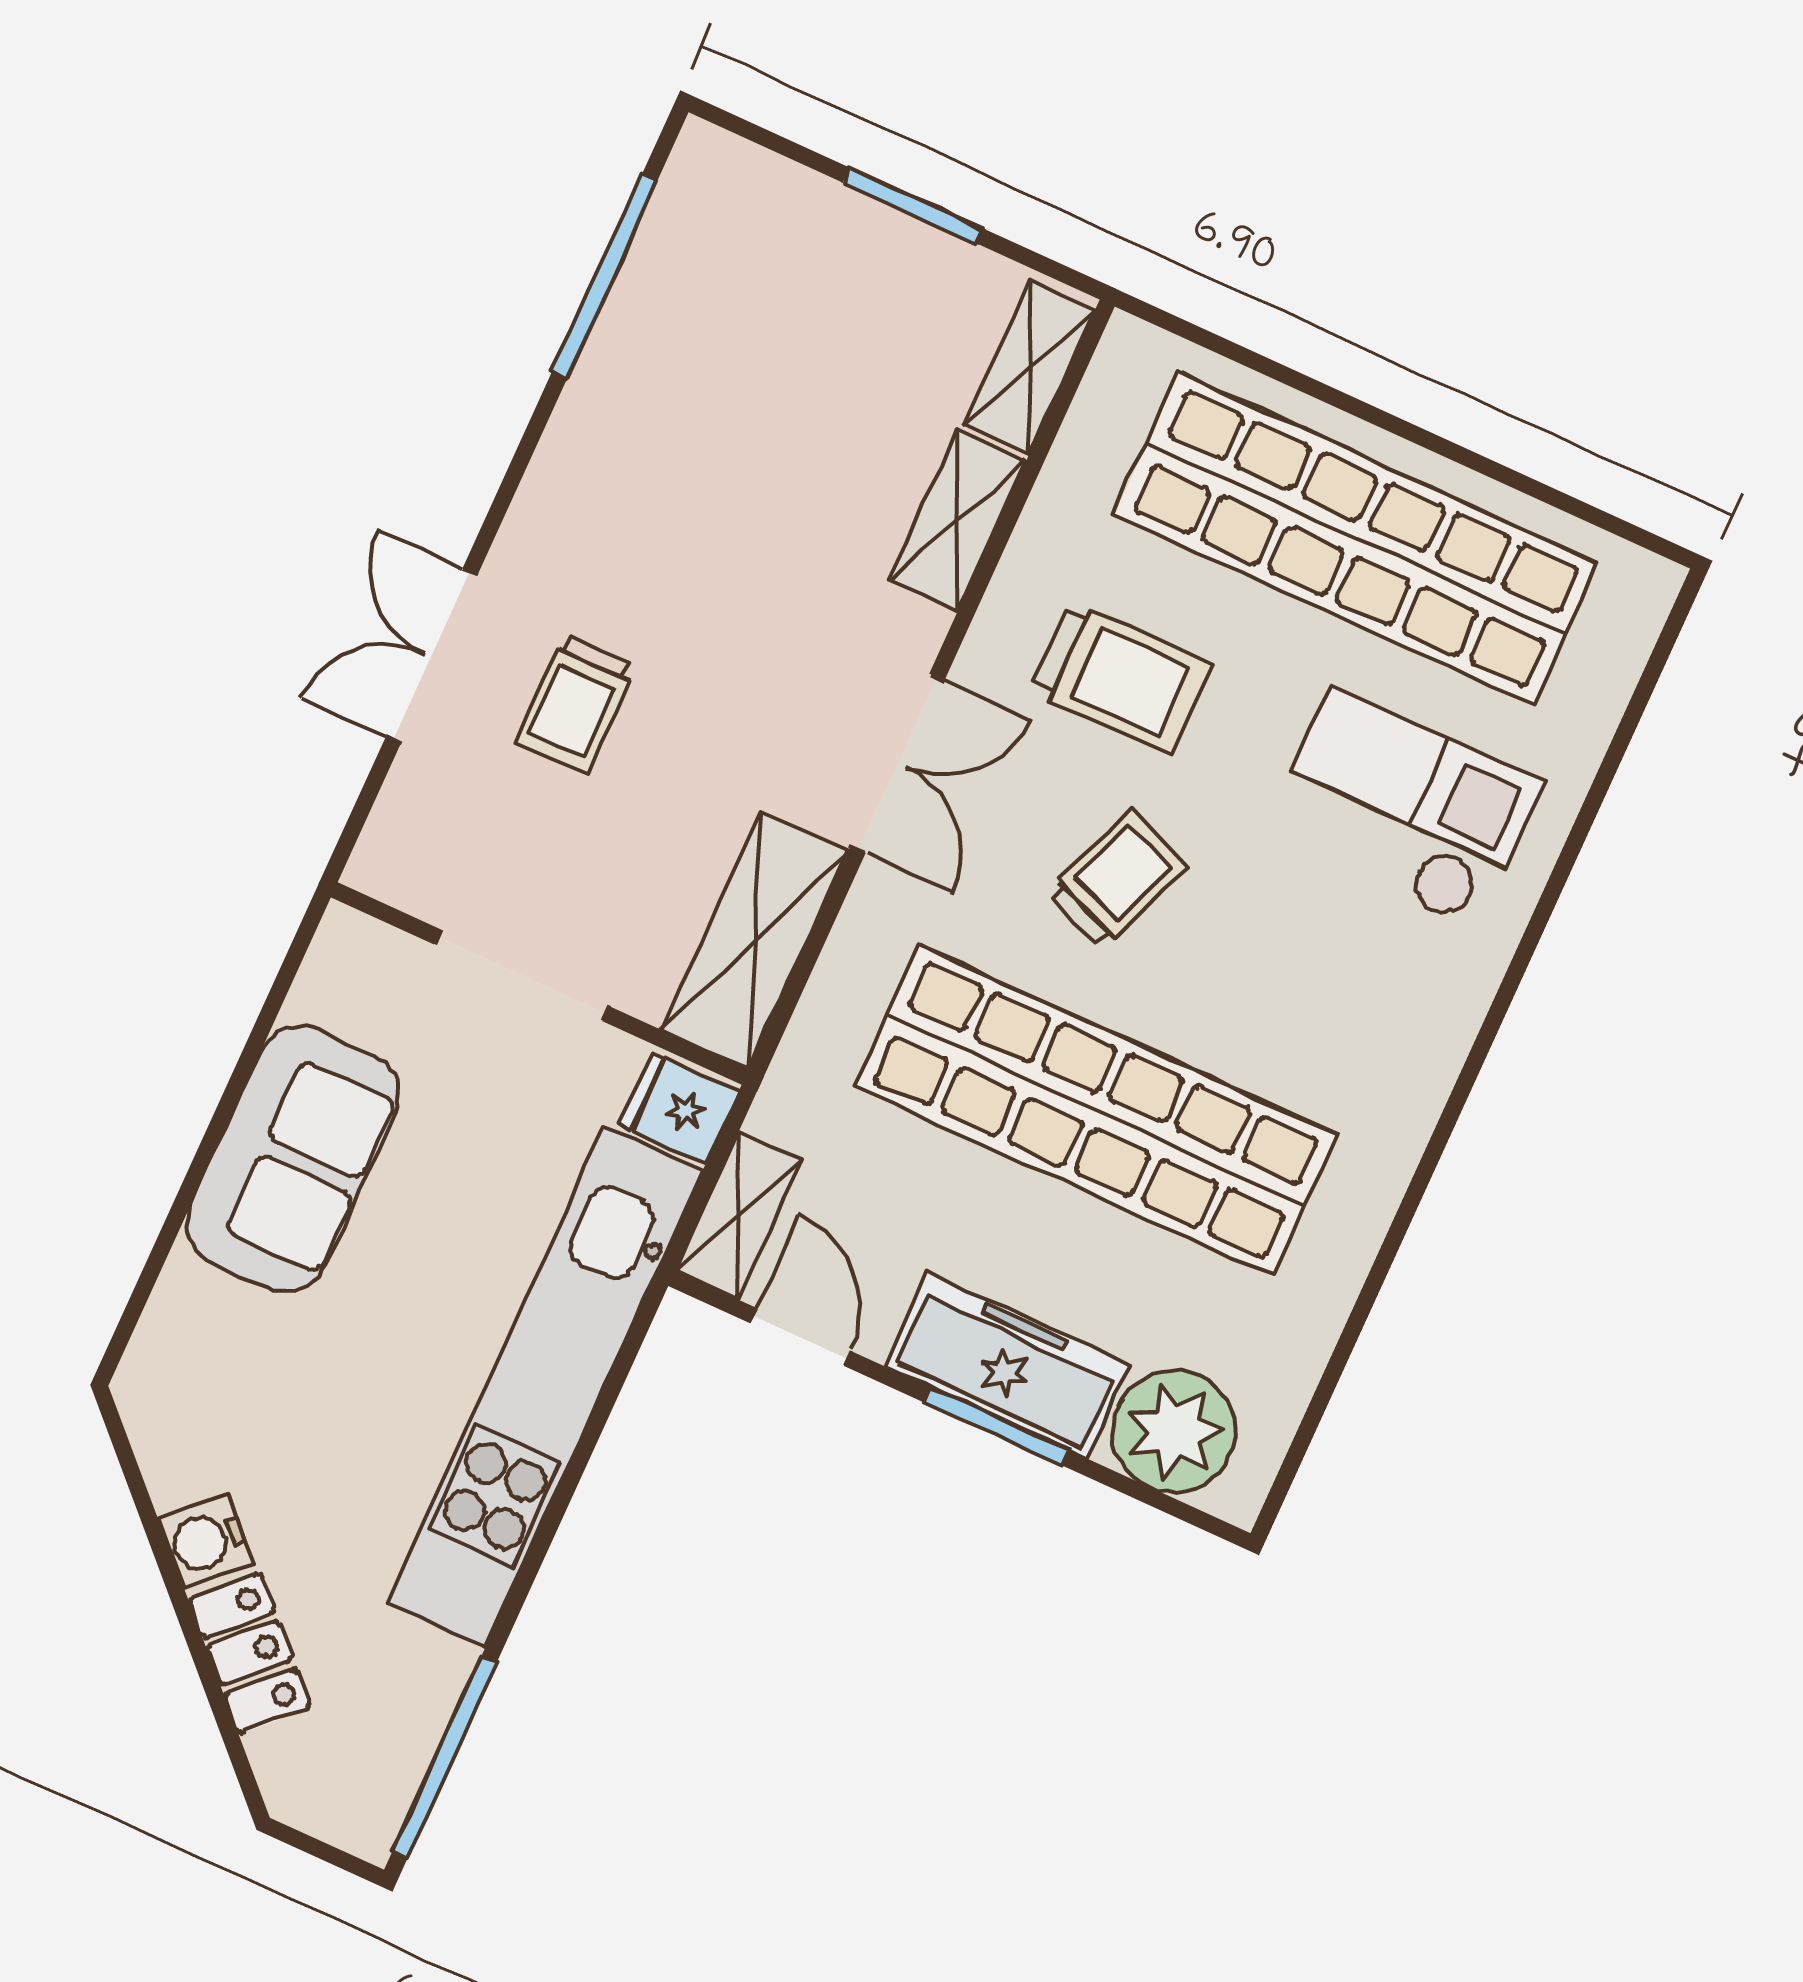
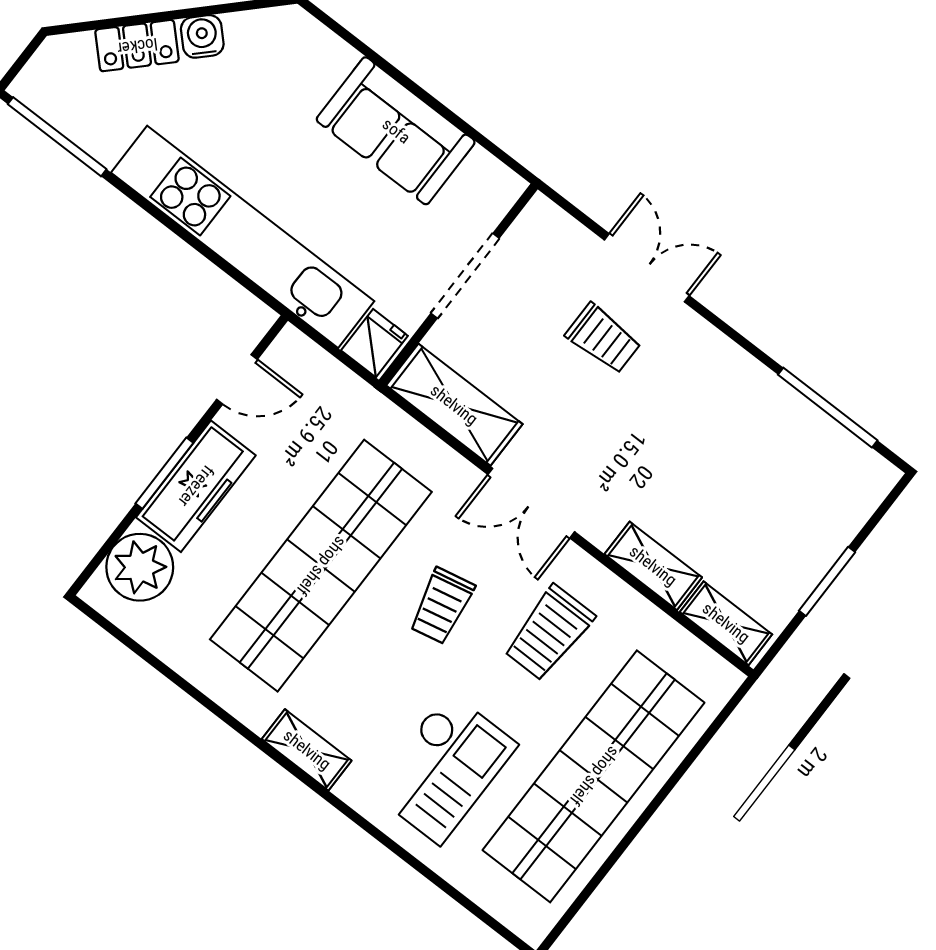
trolley: (575, 704) -> (603, 339), turned 180
trolley: (1117, 879) -> (442, 606), turned 57
shelving: (738, 1215) -> (307, 750), moved

